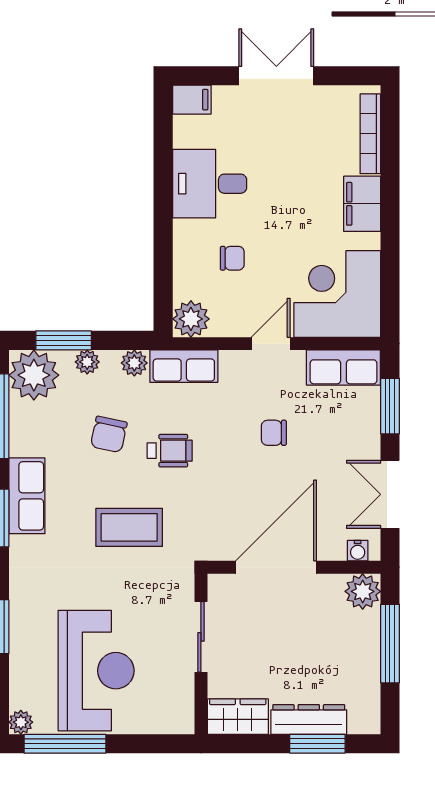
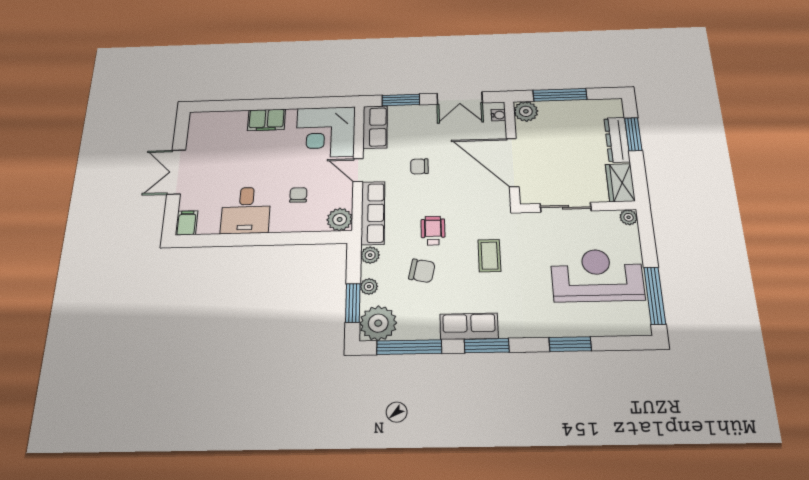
bookcase: (370, 134) -> (221, 117), removed
row of seats: (184, 366) -> (373, 213), width x1.48
chair: (274, 433) -> (419, 166), turned 90
coffee table: (129, 527) -> (489, 256), width x0.73, depth x0.77
plant: (21, 722) -> (629, 217), moved

